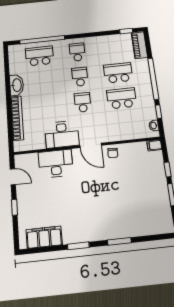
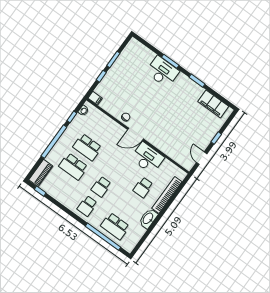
school desk: (83, 102) -> (143, 187), moved
door: (91, 145) -> (135, 134), swing flipped
desk: (56, 164) -> (162, 72), moved, turned 180

